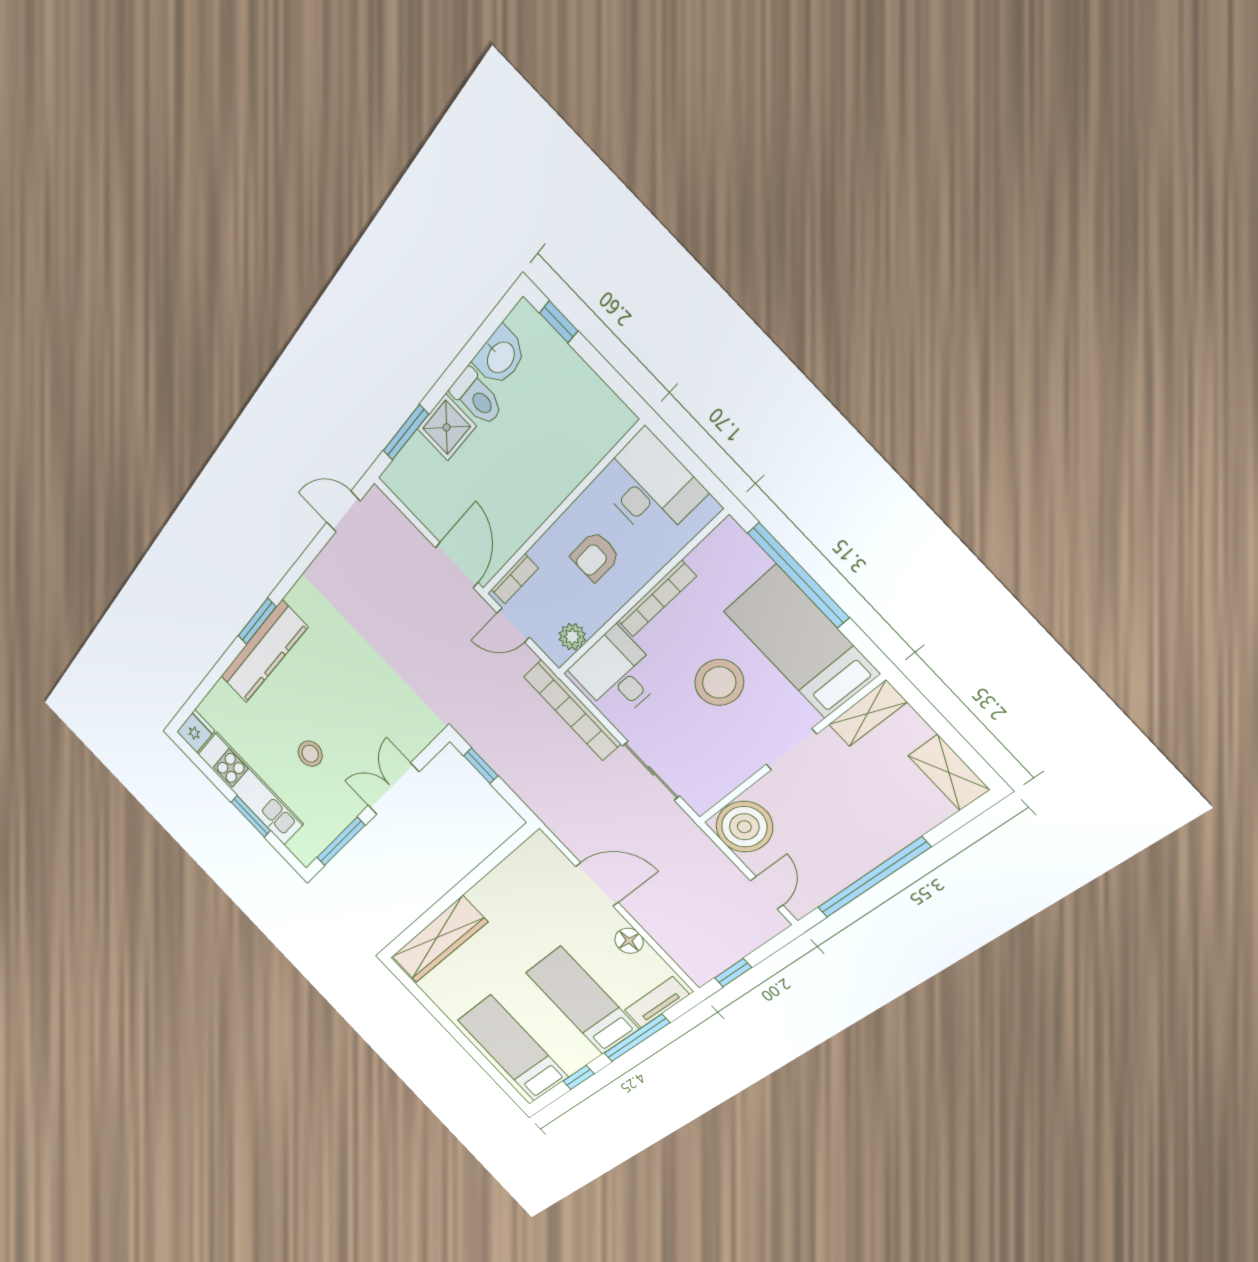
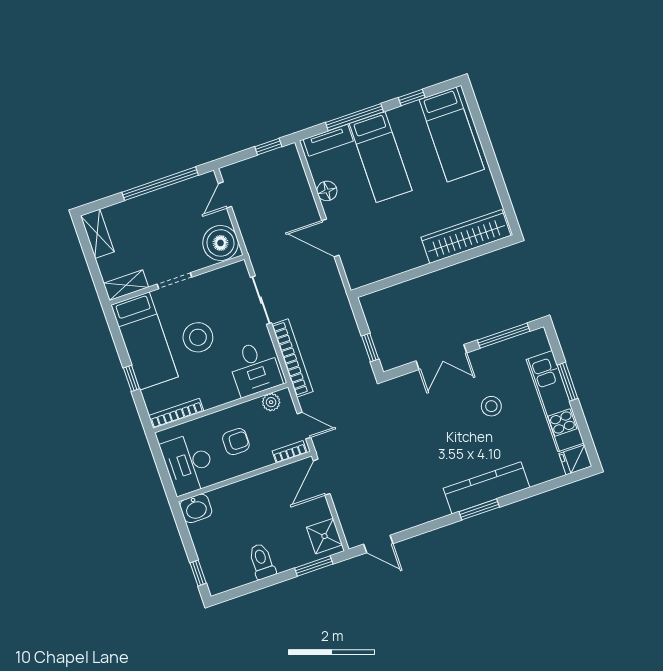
washbasin: (500, 357) -> (196, 508), moved, turned 180
shower: (447, 427) -> (324, 536), moved
window: (798, 575) -> (131, 378), width x0.32
bookcase: (657, 599) -> (176, 413), moved

